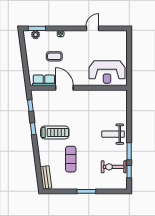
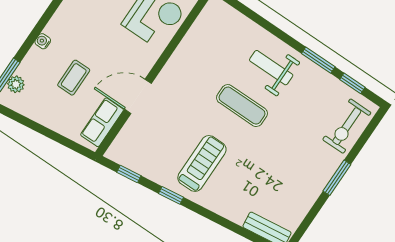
weight bench: (113, 134) -> (271, 68), turned 90
exercise mat: (71, 159) -> (242, 106), moved
exercise bike: (114, 167) -> (347, 126), moved

